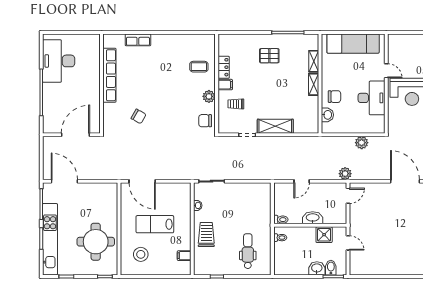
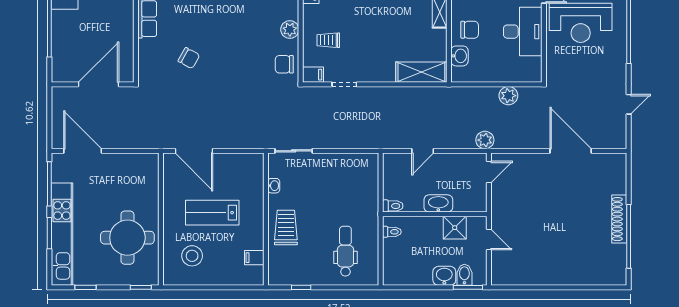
filing cabinet: (225, 85) -> (313, 75), moved
shelving: (275, 126) -> (421, 72), moved

